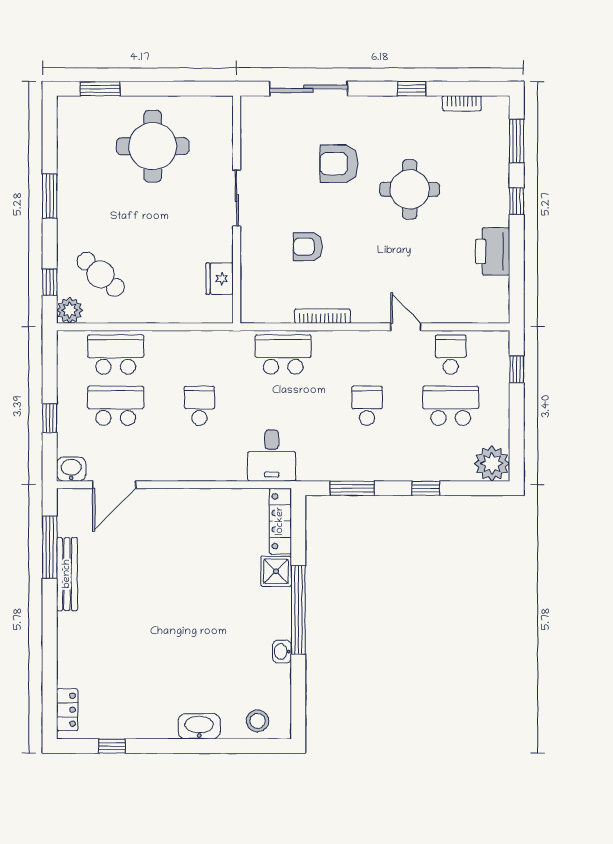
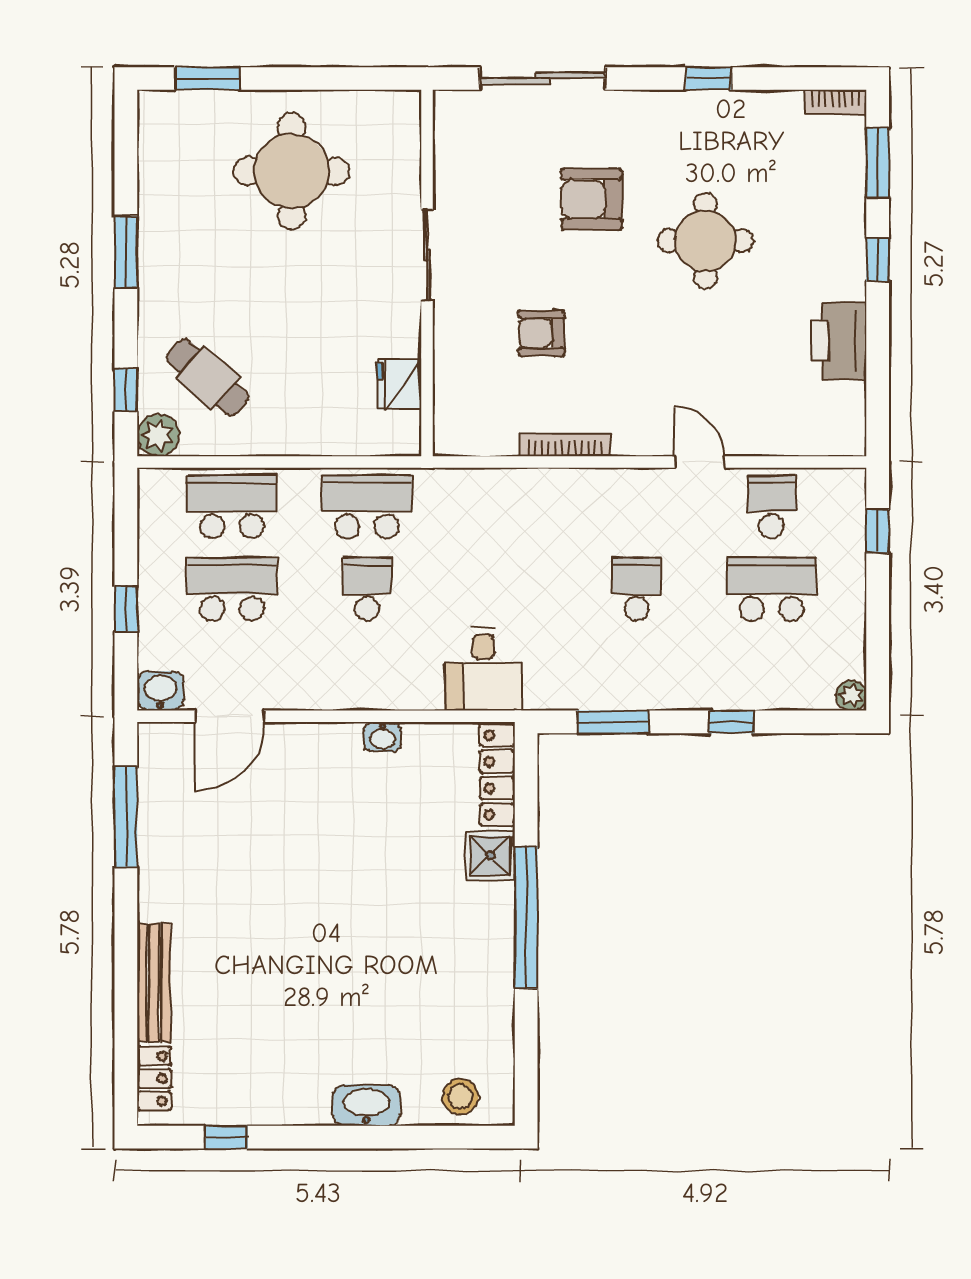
bookcase: (462, 103) -> (835, 102), moved
school desk: (283, 355) -> (367, 507), moved
plant: (492, 464) -> (851, 695), width x0.53, depth x0.53
bench: (67, 574) -> (154, 983), moved
washbasin: (282, 652) -> (383, 737), moved, turned -90

